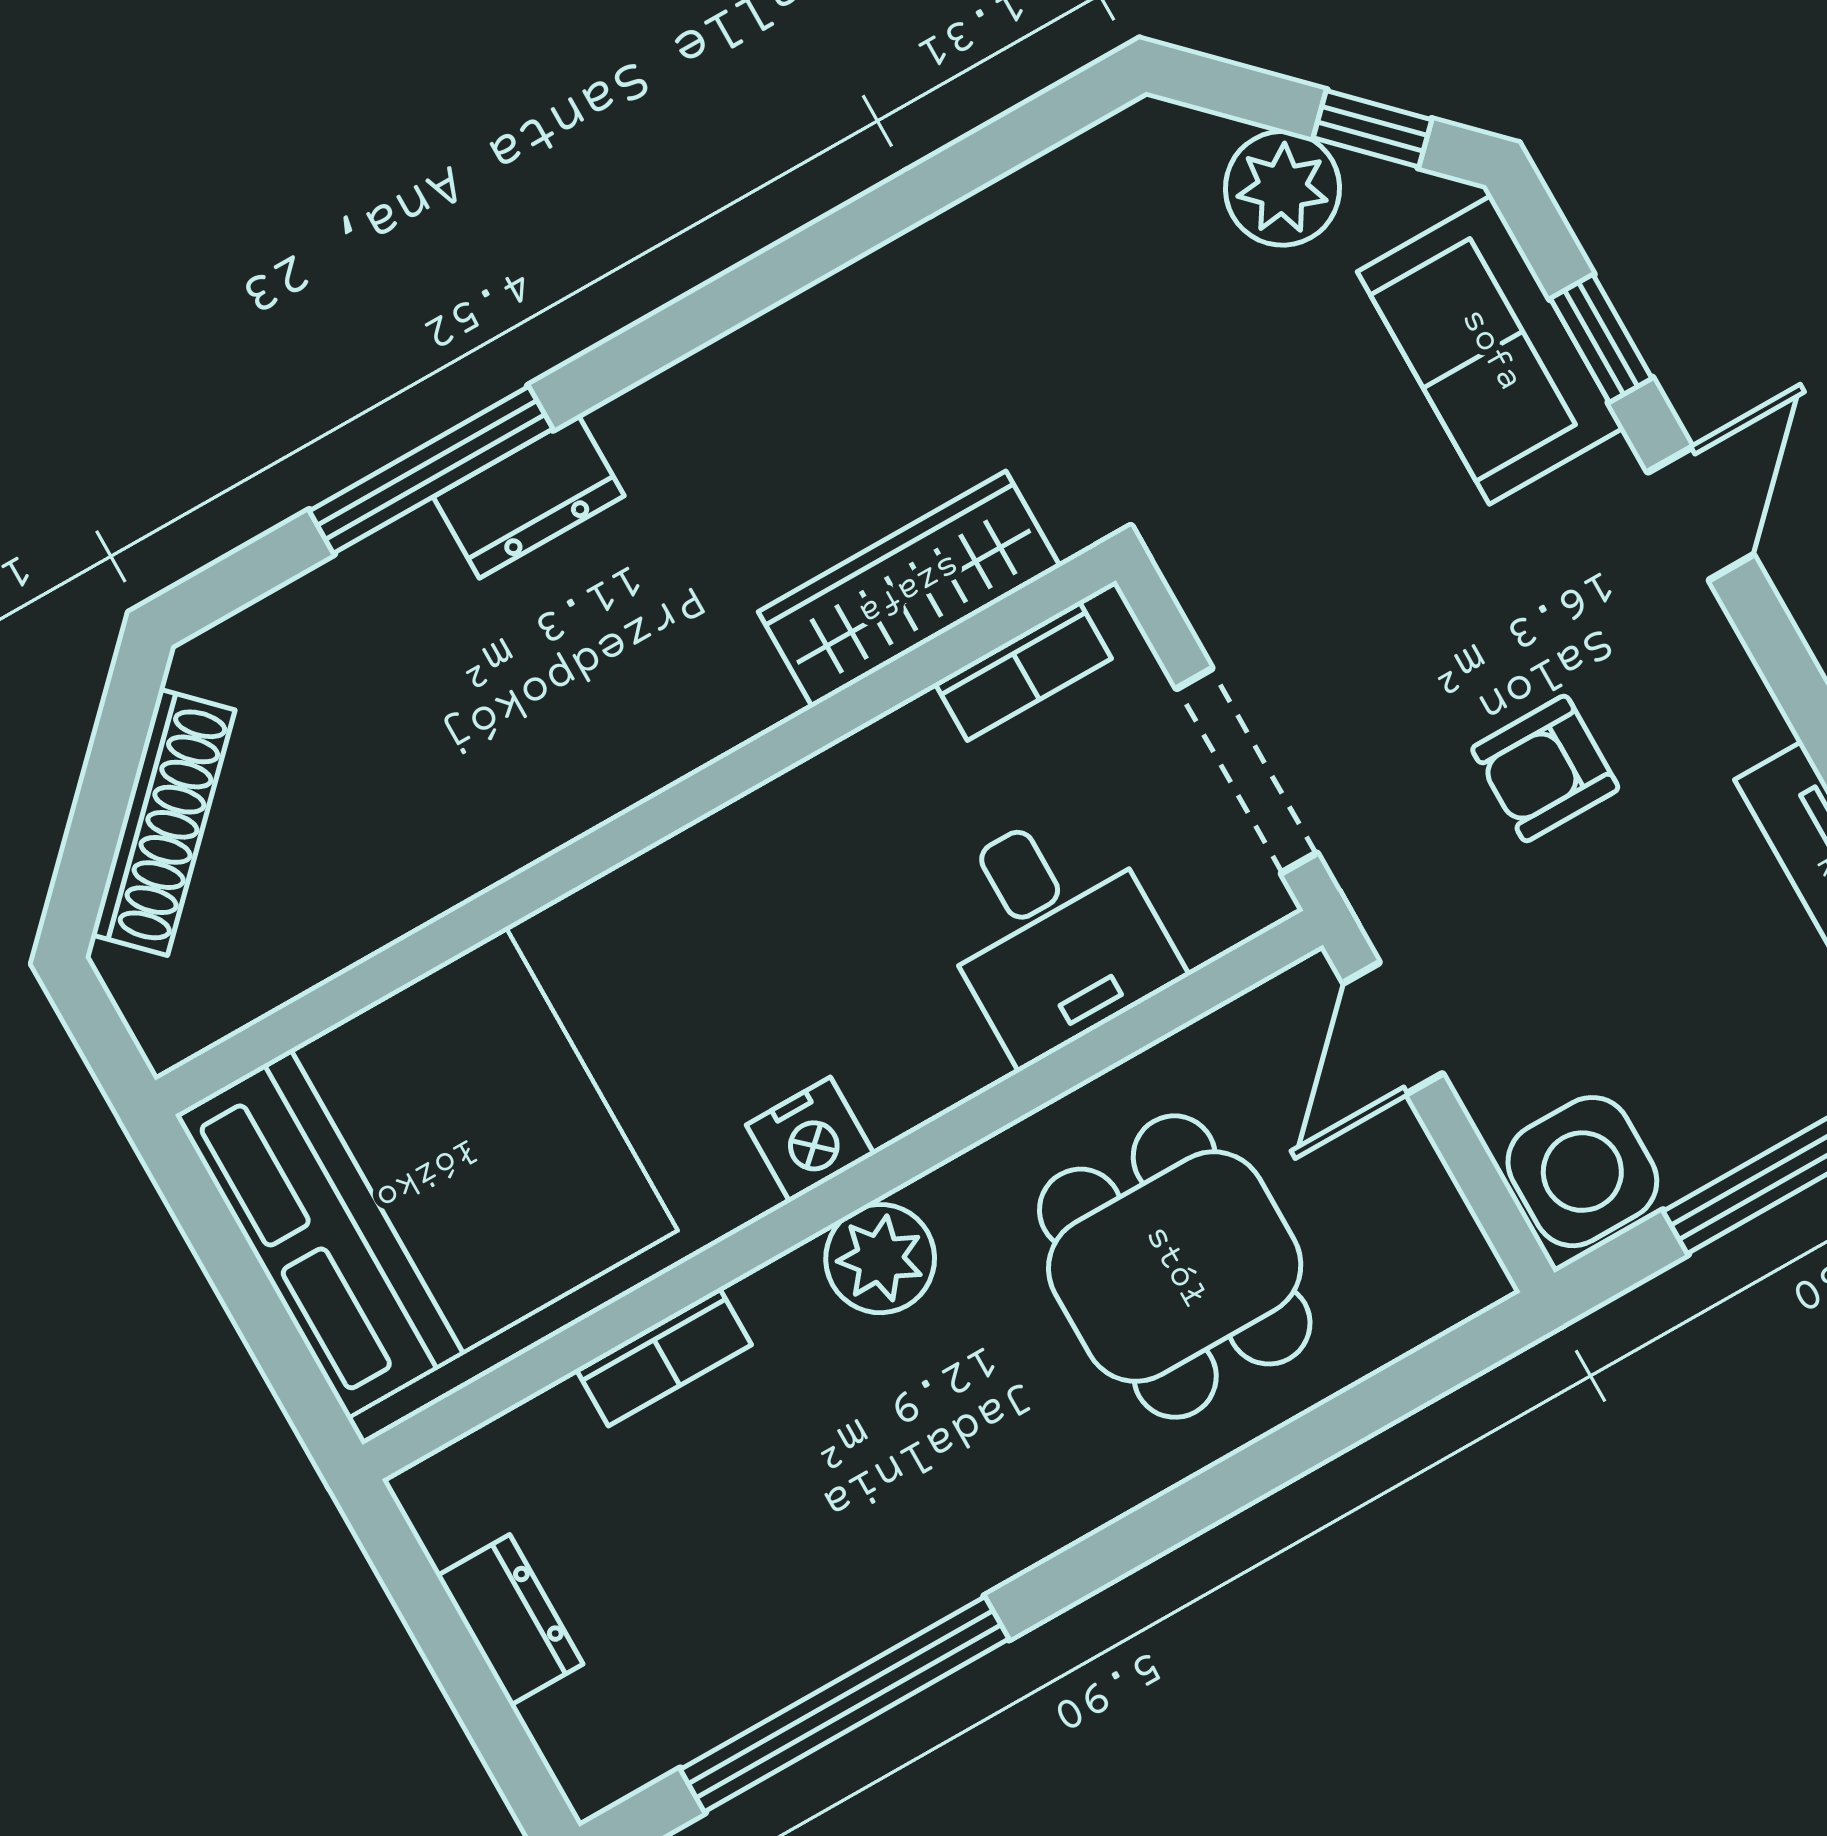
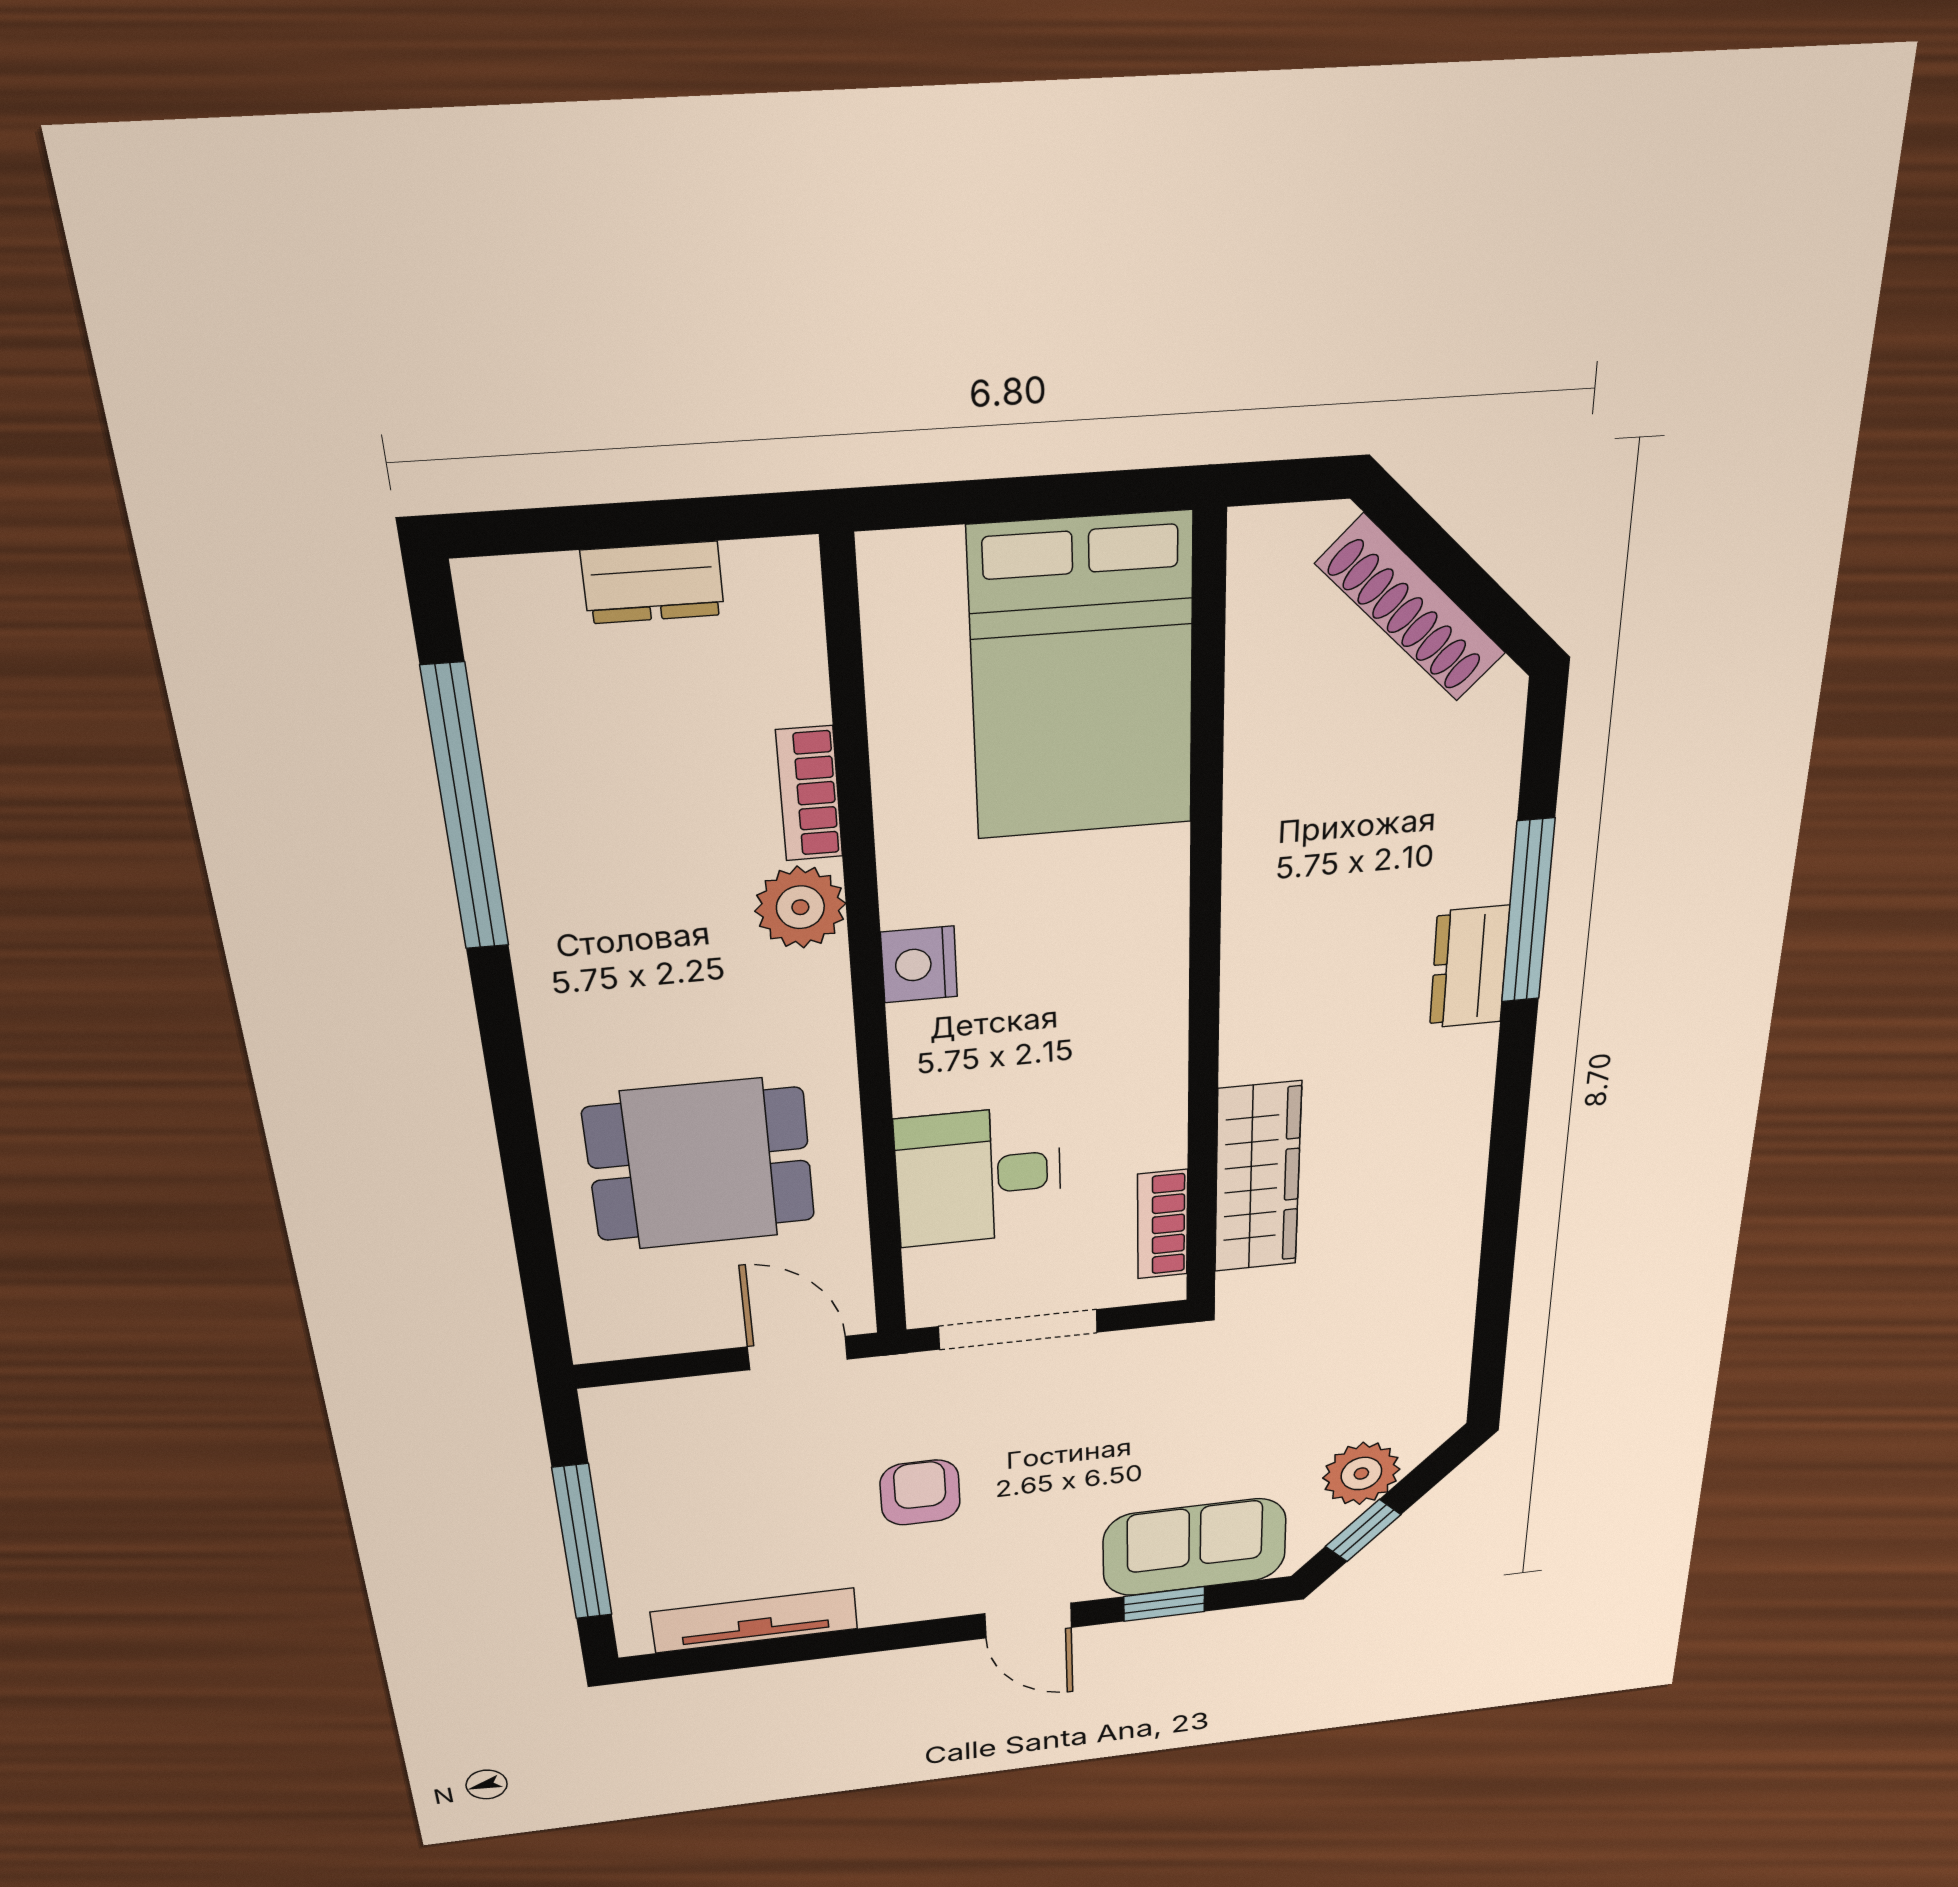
side table: (1582, 1172) -> (640, 1427), removed
bed: (426, 1173) -> (1083, 679), width x0.73
plant: (880, 1259) -> (800, 907), moved

